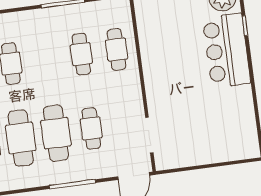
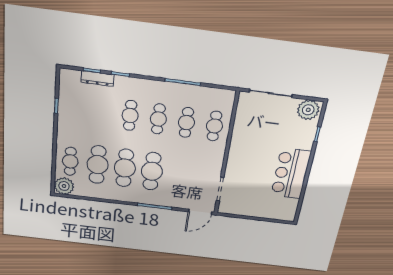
bar counter: (227, 51) -> (291, 174), moved
cafe table: (91, 128) -> (158, 119), moved

